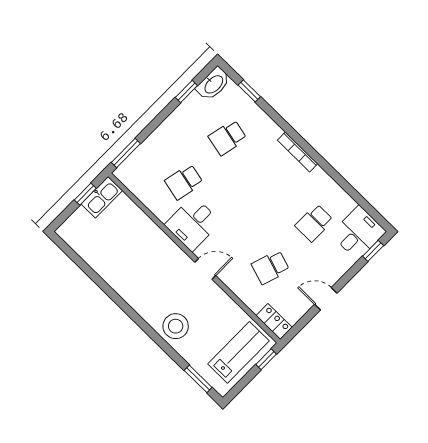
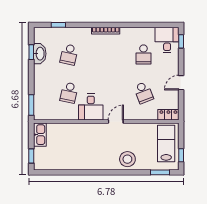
washbasin: (213, 84) -> (40, 54), moved
window: (85, 194) -> (31, 156), moved
school desk: (270, 267) -> (143, 93), turned -39
window: (266, 359) -> (181, 155), moved

